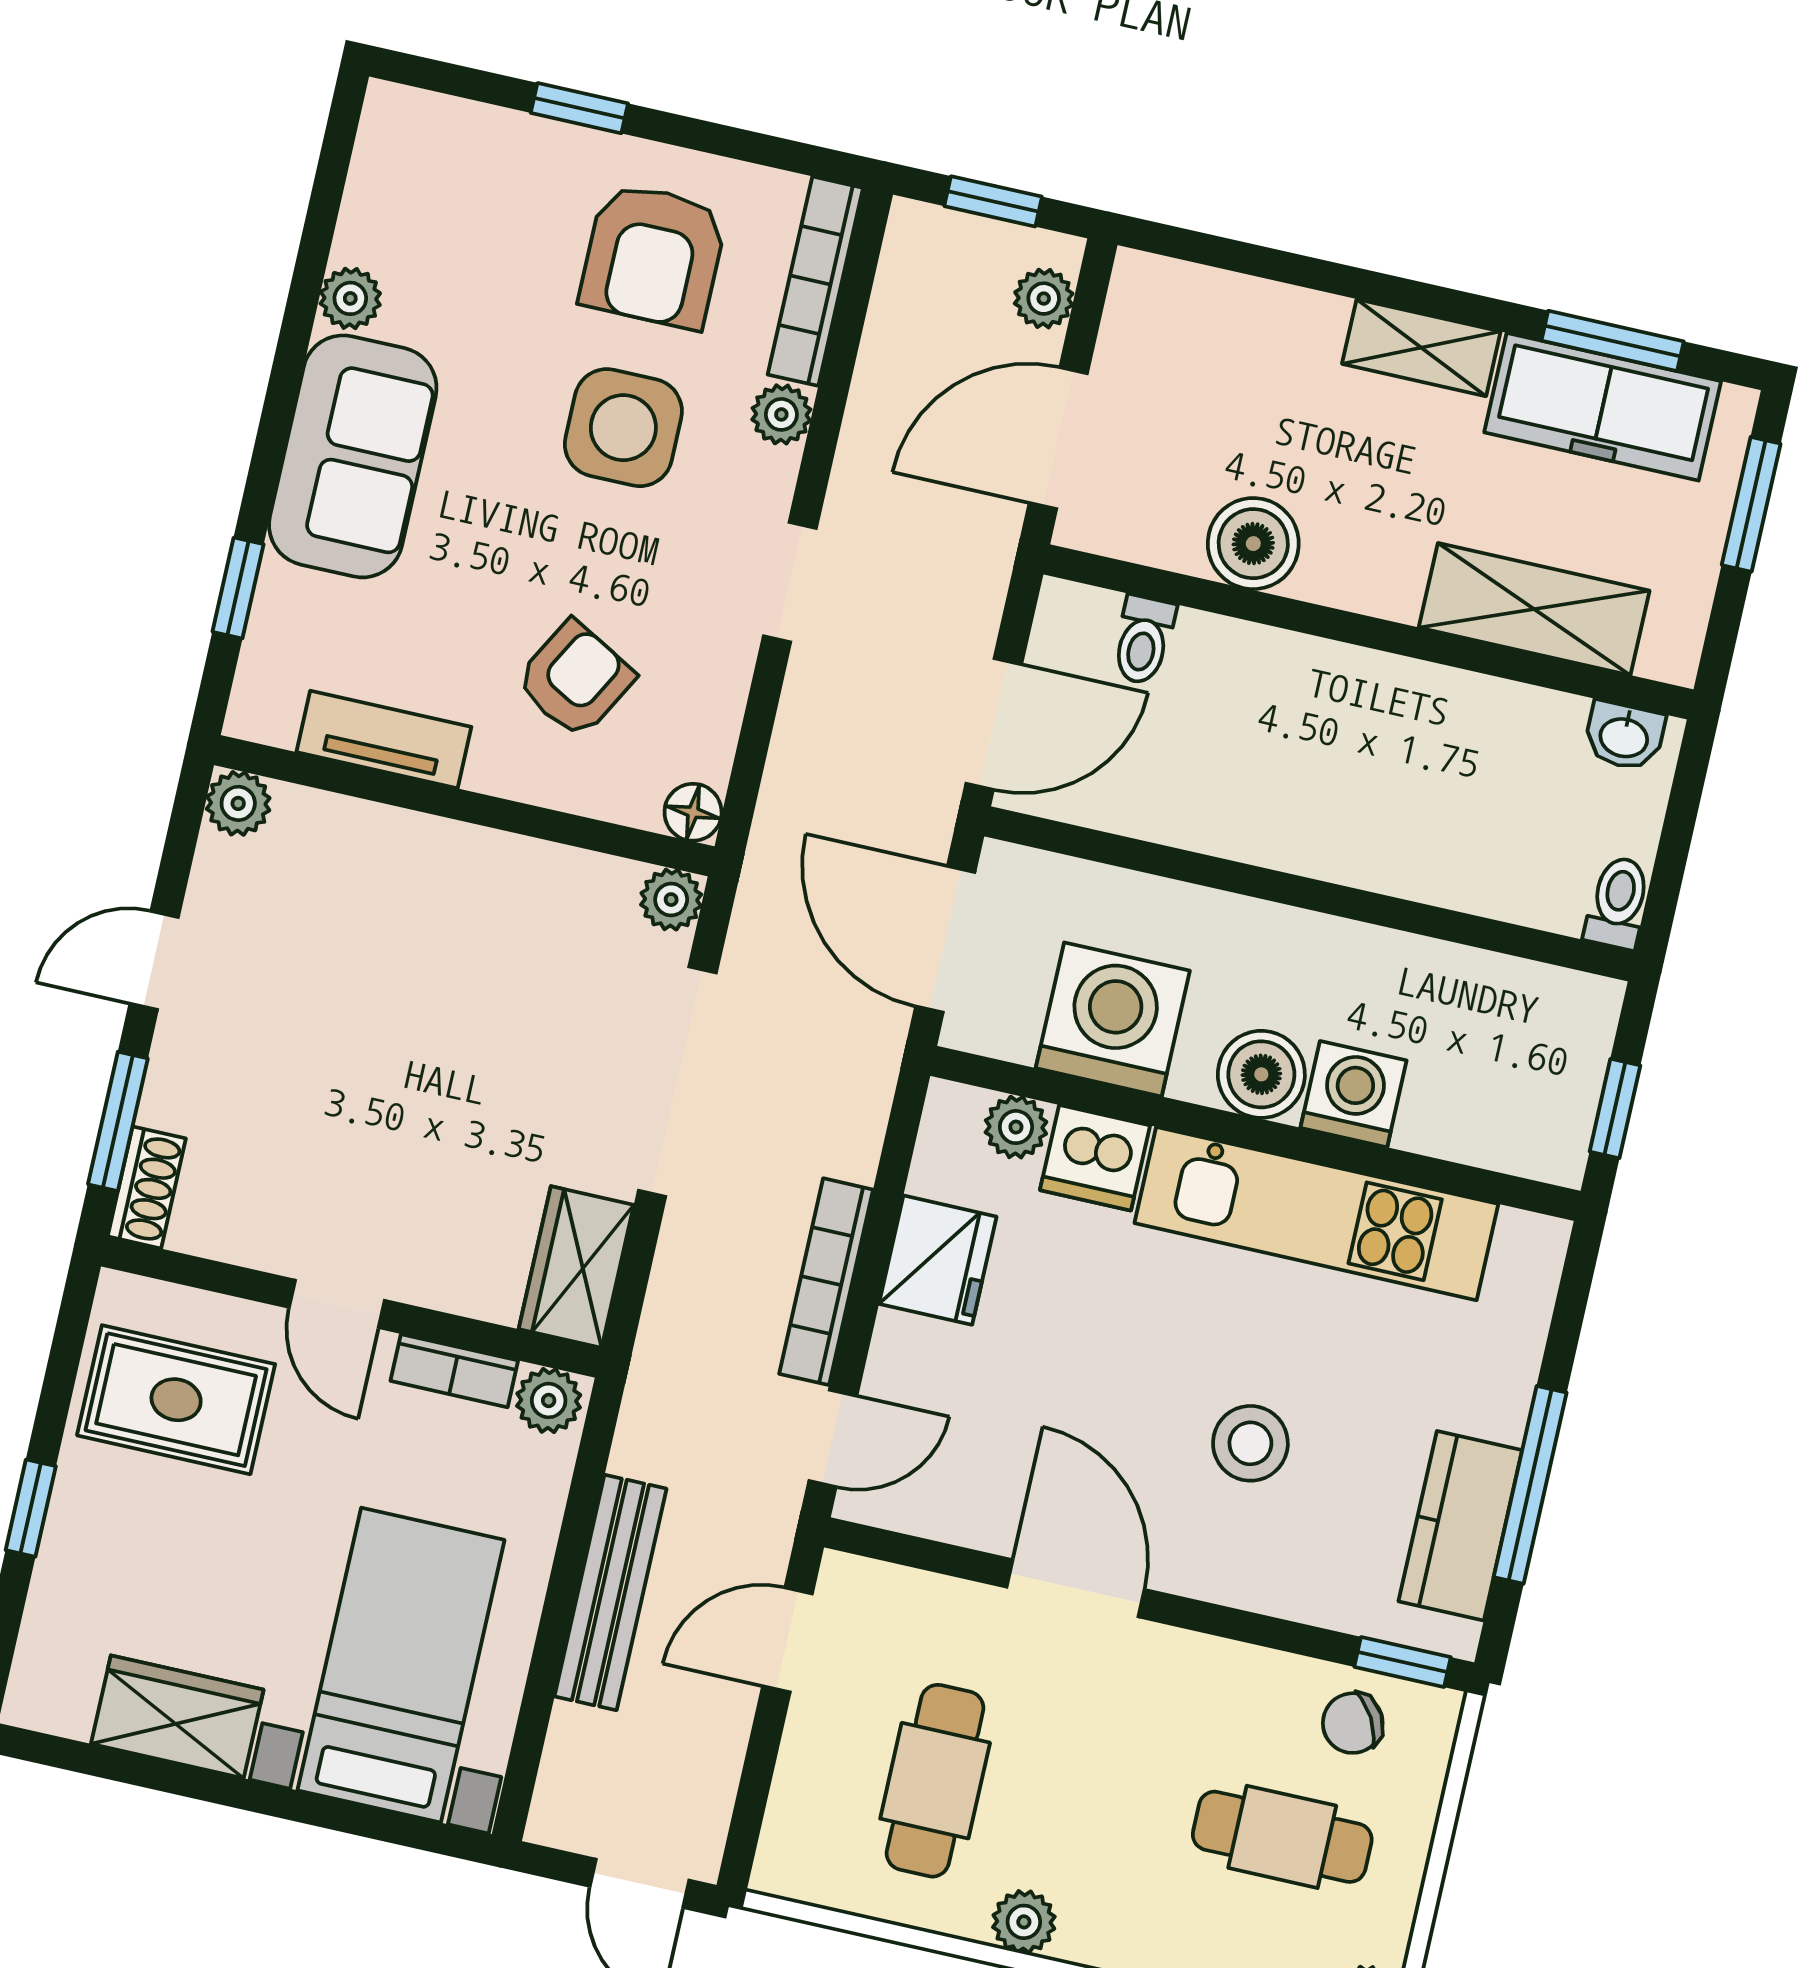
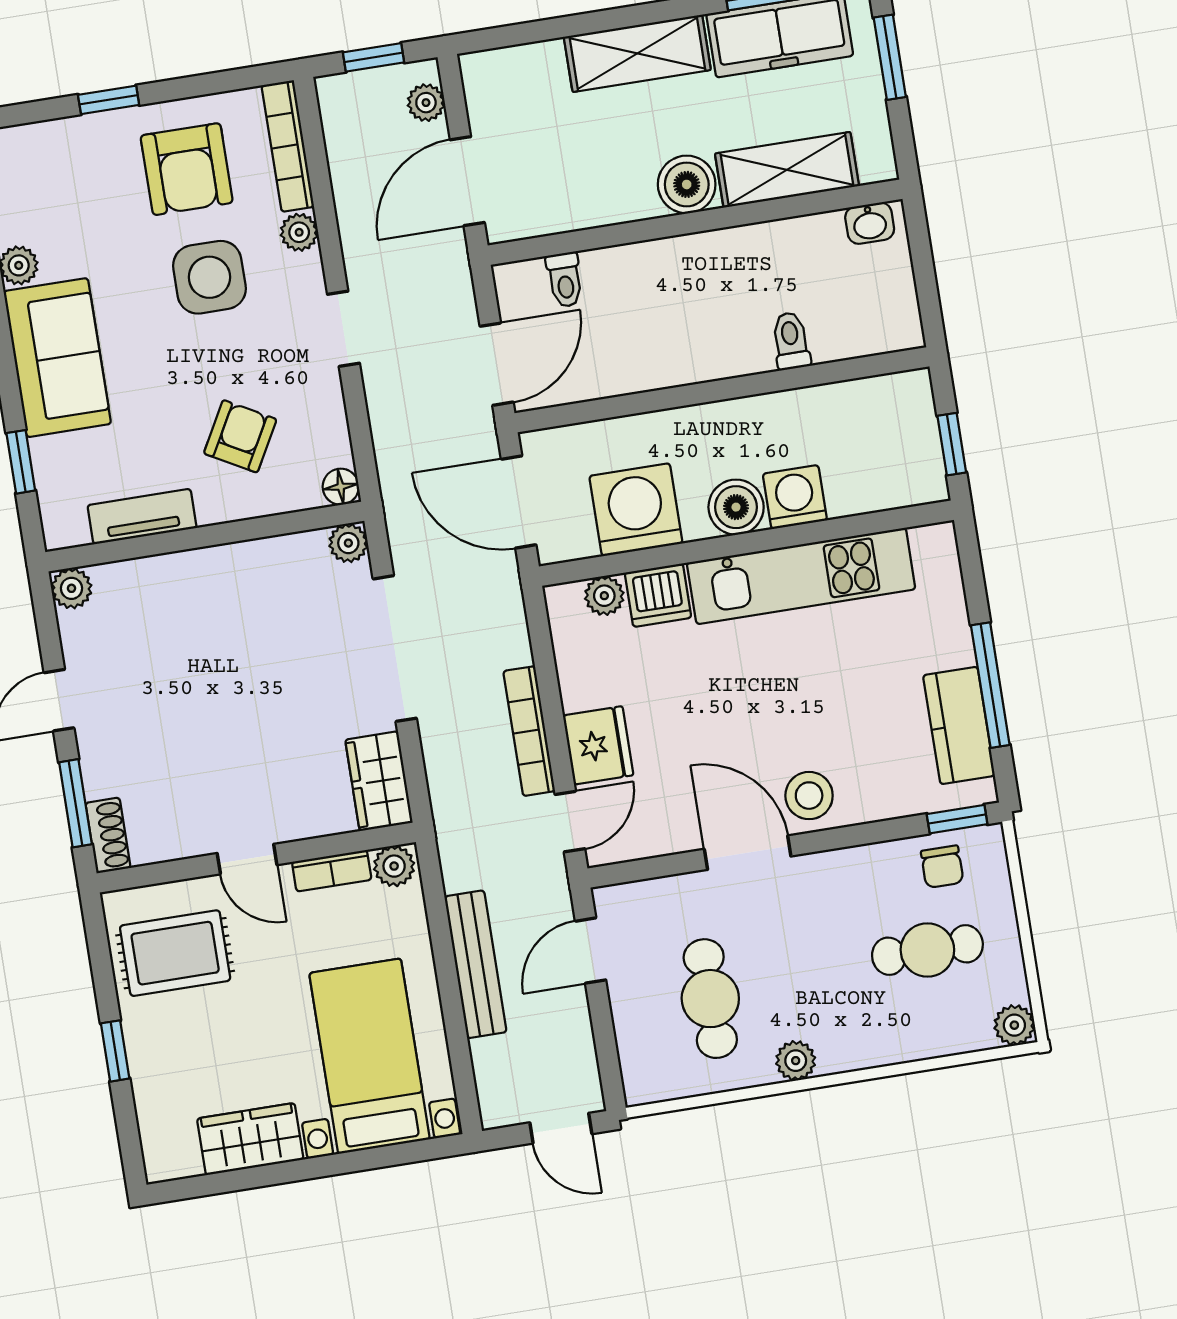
shelving: (1421, 348) -> (637, 53), width x1.50, depth x1.33
boiler: (1253, 544) -> (687, 184), moved
toilet: (1618, 903) -> (791, 341), moved
fridge: (938, 1260) -> (598, 745), moved
stool: (1250, 1443) -> (809, 796), moved
chair: (1353, 1723) -> (942, 867), turned -60

